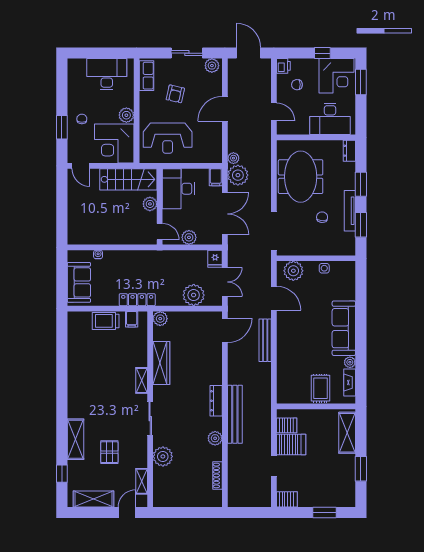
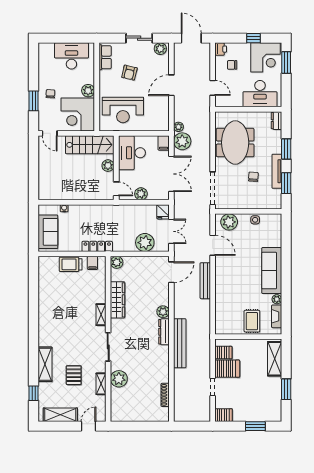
plant: (215, 438) -> (163, 312), moved
shelving: (142, 481) -> (101, 384), moved

